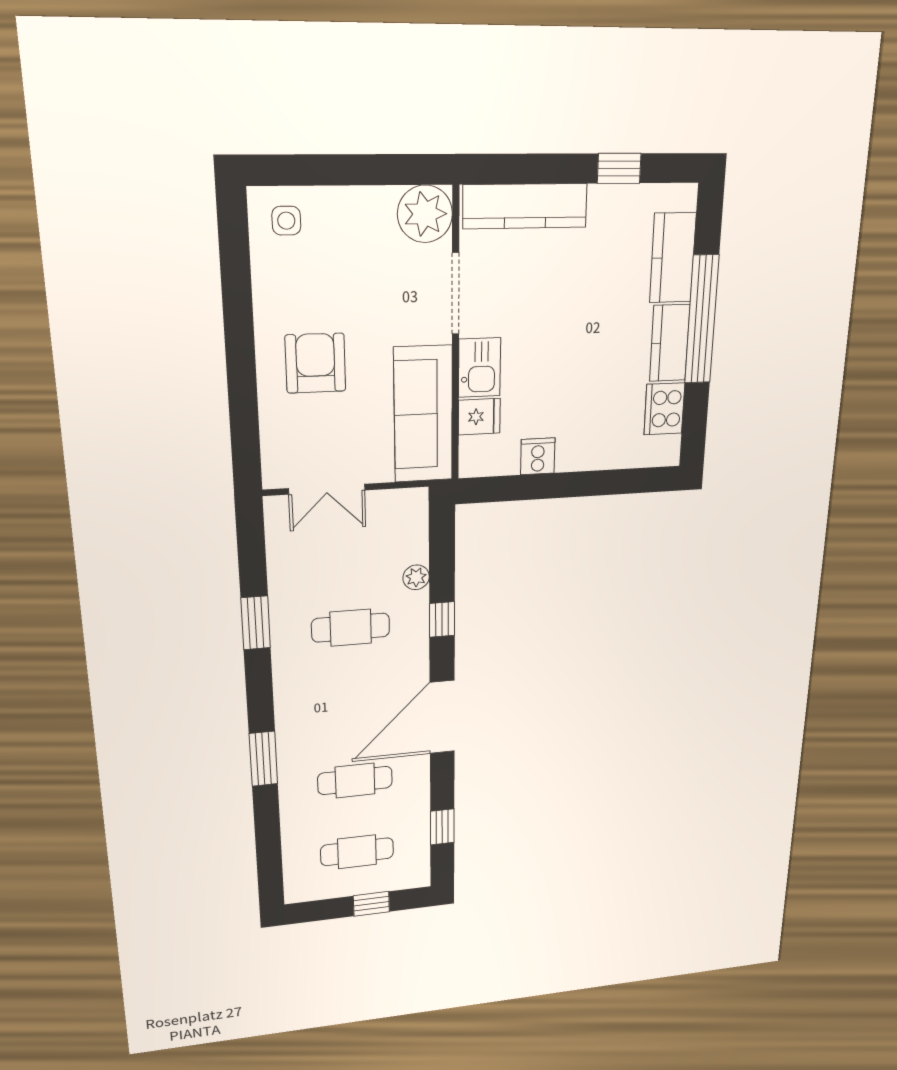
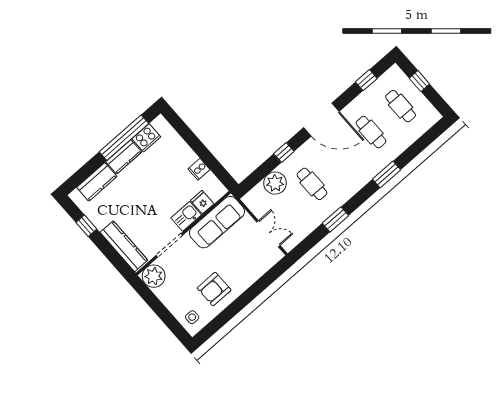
window: (702, 320) -> (124, 138), moved
armchair: (315, 363) -> (214, 289), moved
plant: (416, 577) -> (275, 183), width x1.87, depth x1.87

